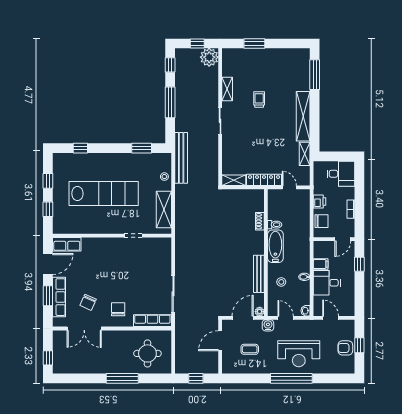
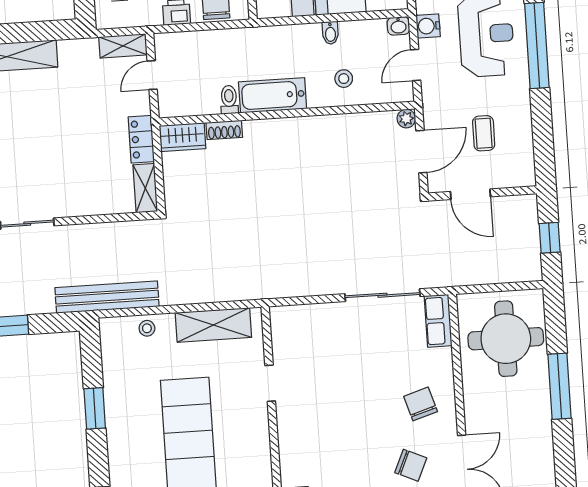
window: (142, 148) -> (95, 408), moved
shelving: (305, 154) -> (123, 46), moved
locker: (264, 180) -> (141, 139), width x0.66
wardrobe: (258, 200) -> (182, 137), added
bench: (259, 274) -> (331, 125), removed
chair: (118, 309) -> (421, 404), turned 73
door: (243, 318) -> (421, 152), swing flipped
row of seats: (152, 321) -> (438, 321), width x0.68
water cooler: (268, 325) -> (428, 26), moved
round table: (147, 353) -> (506, 339), width x1.36, depth x1.36

